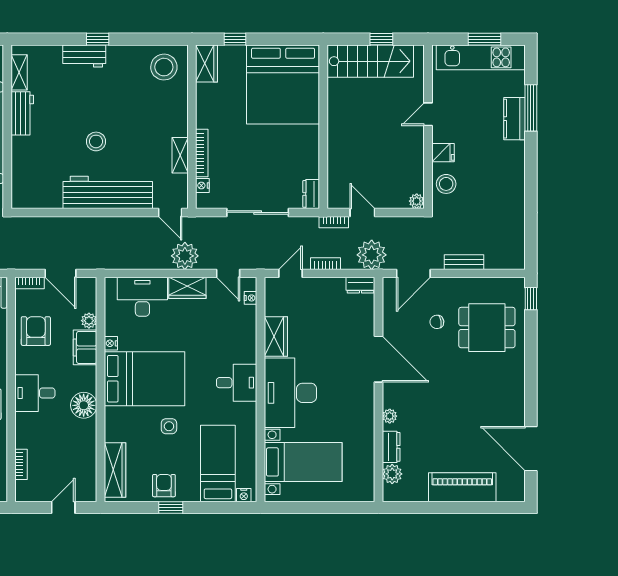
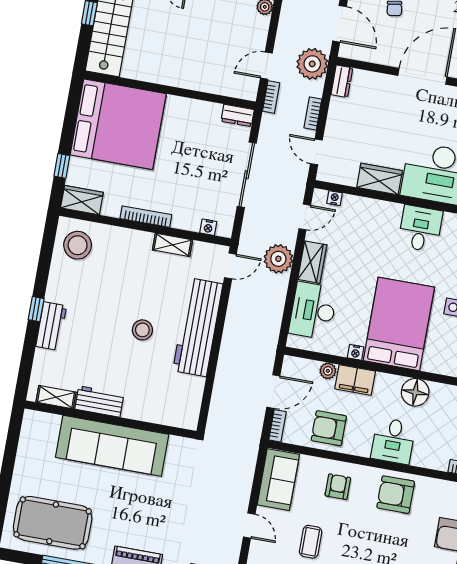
bookcase: (202, 153) -> (146, 217), moved

